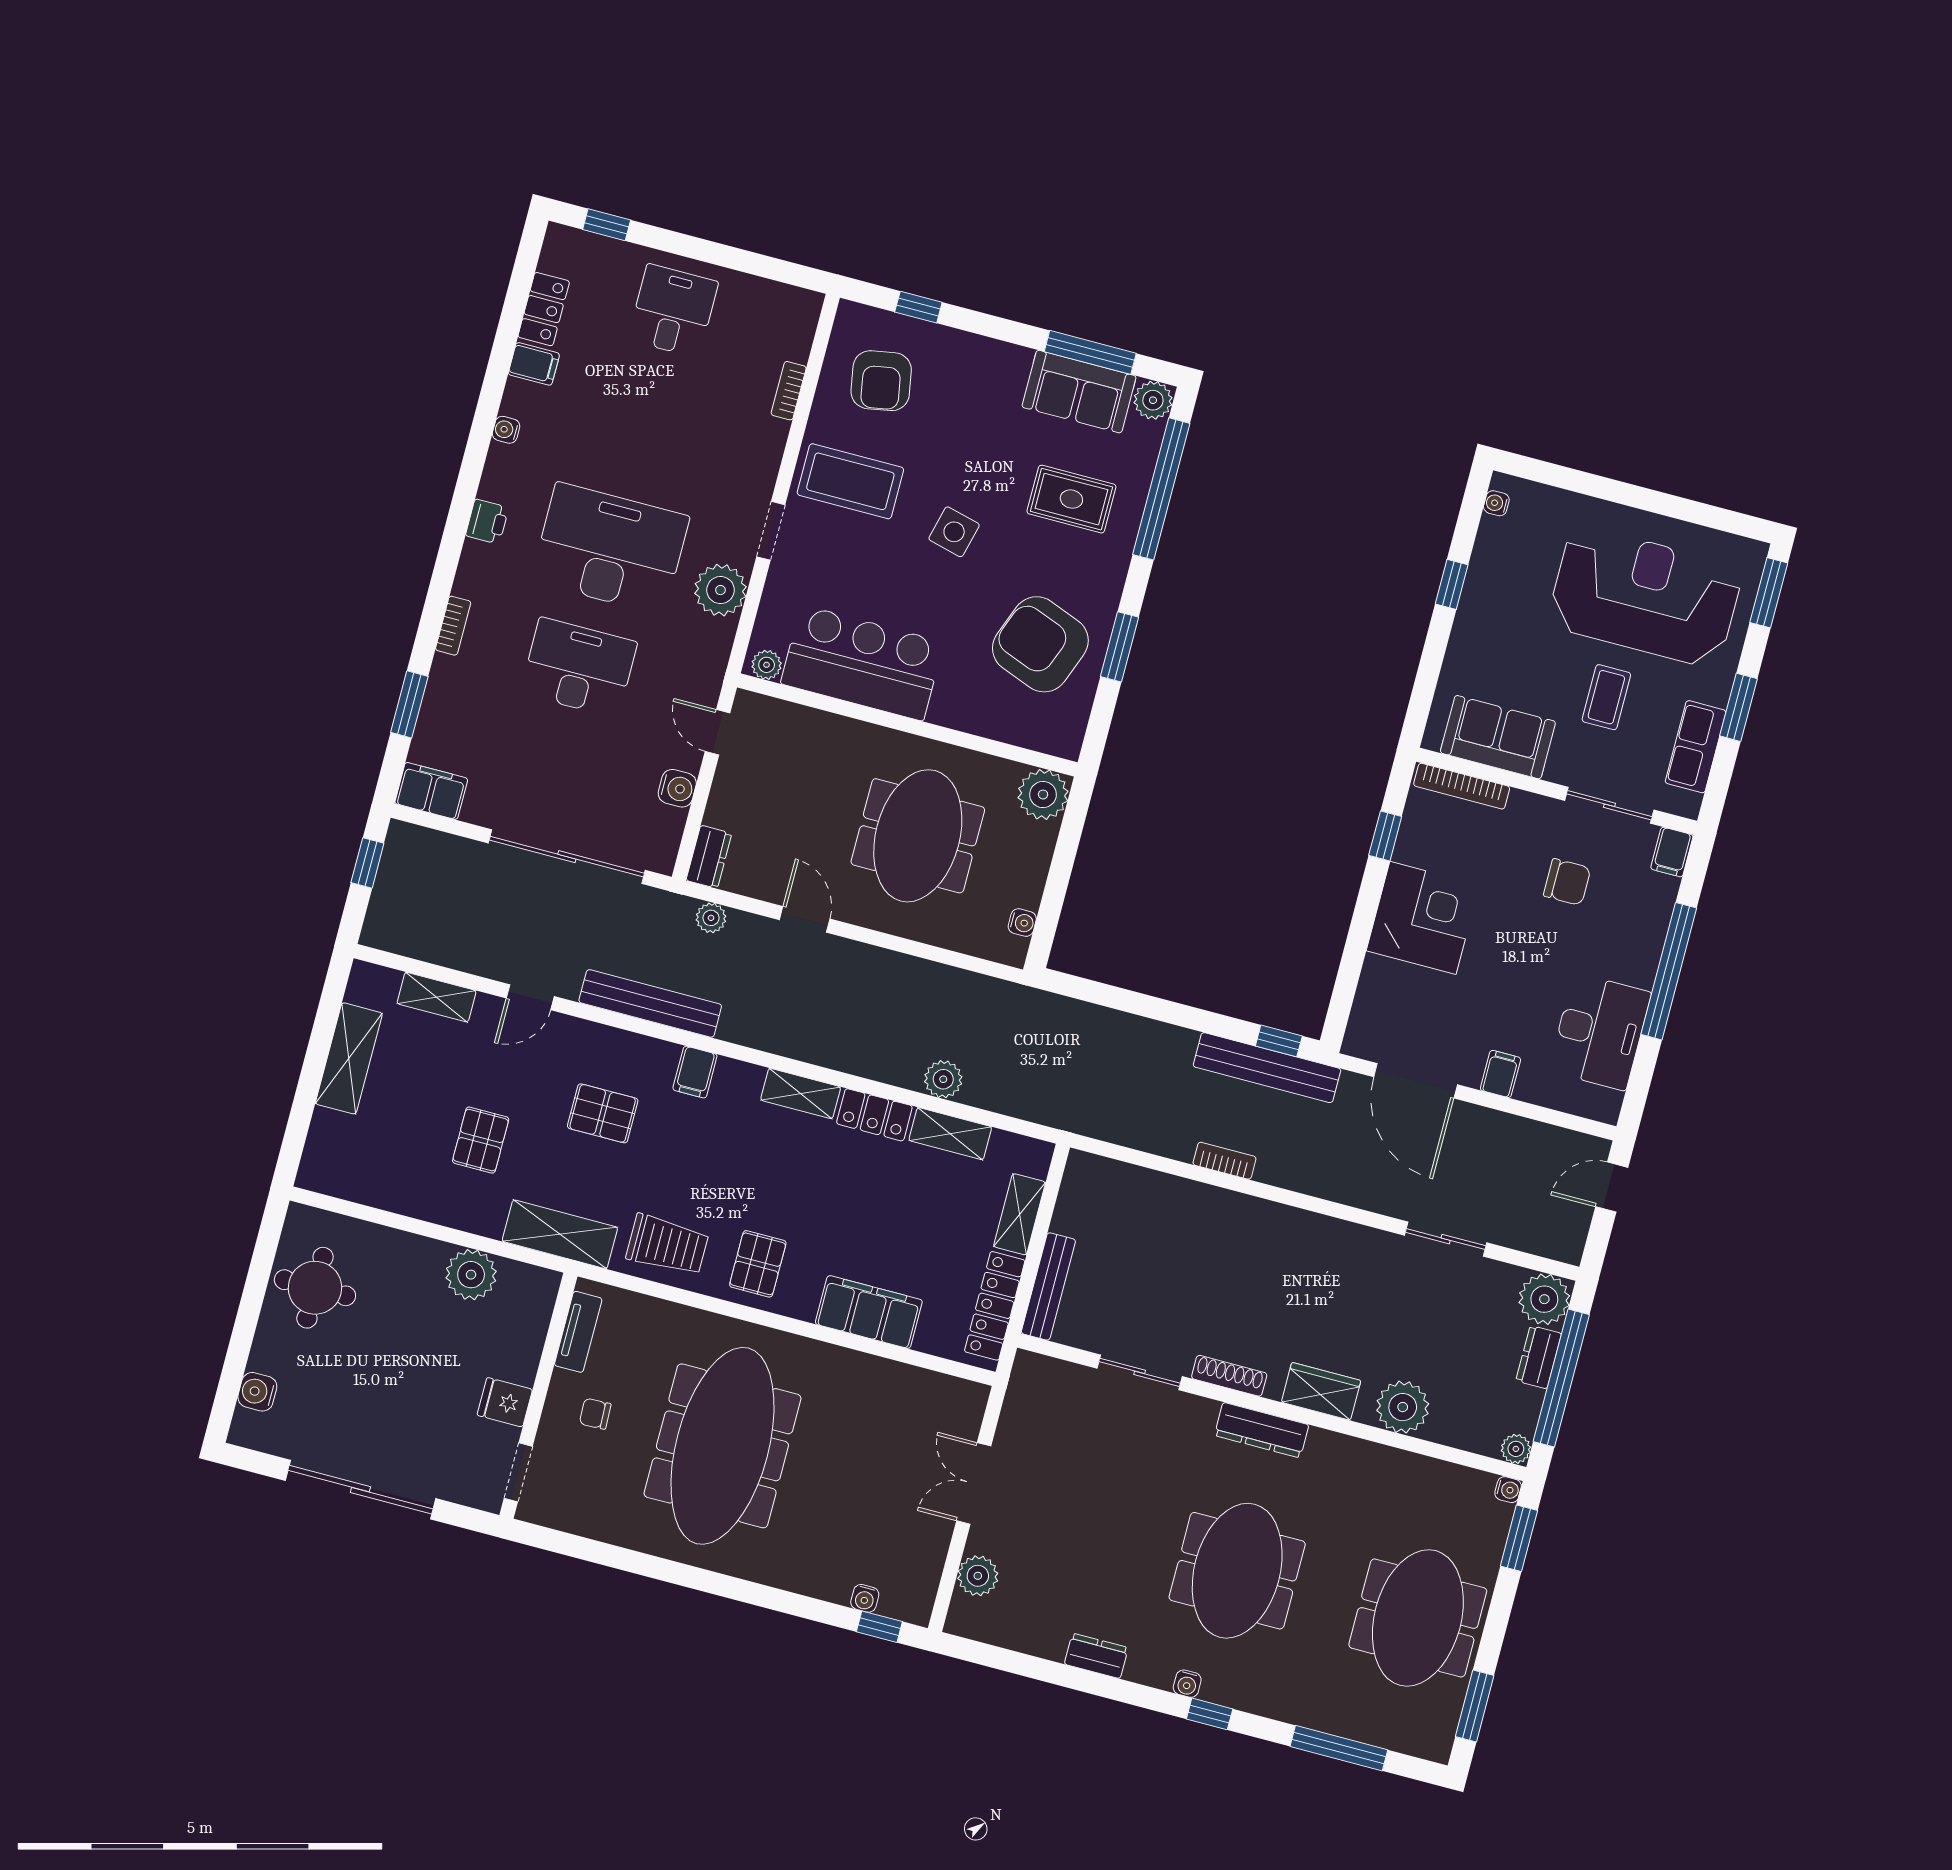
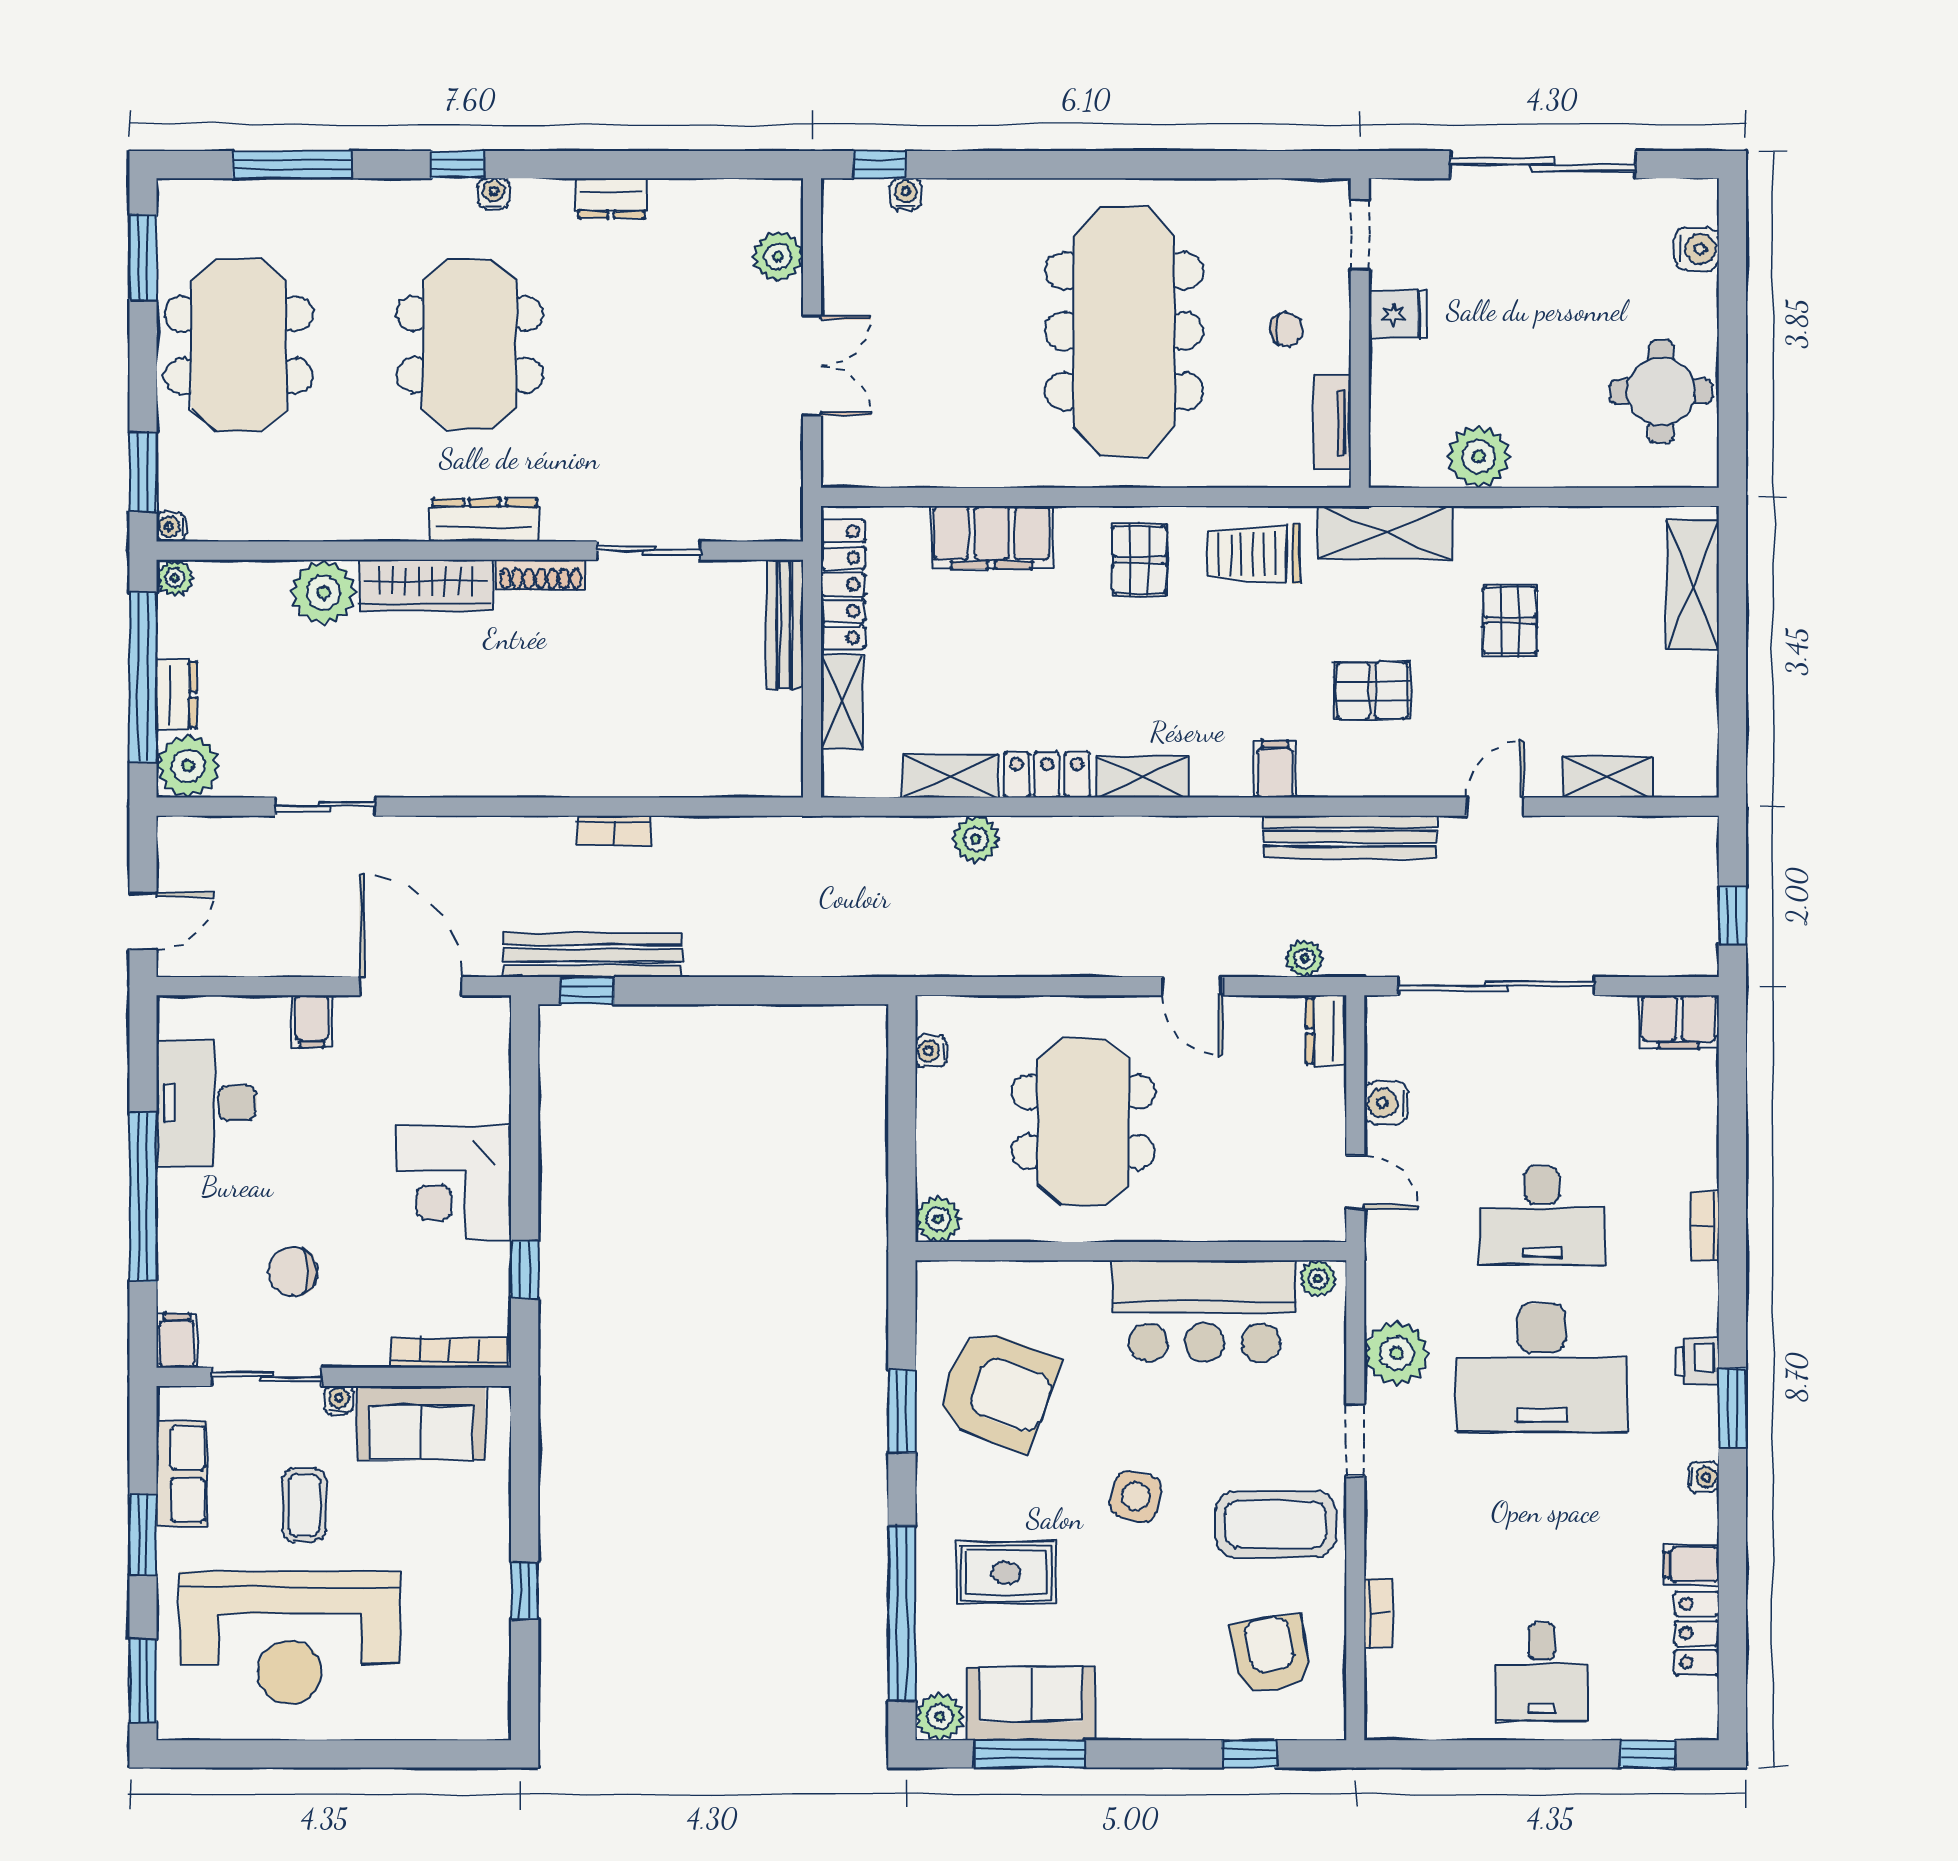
water cooler: (1496, 503) -> (339, 1400), moved, turned -90
window: (409, 704) -> (1732, 1408), moved
plant: (1043, 795) -> (938, 1219), width x0.73, depth x0.73
shelving: (349, 1058) -> (1693, 585), moved
wardrobe: (1321, 1391) -> (426, 585), width x1.50

